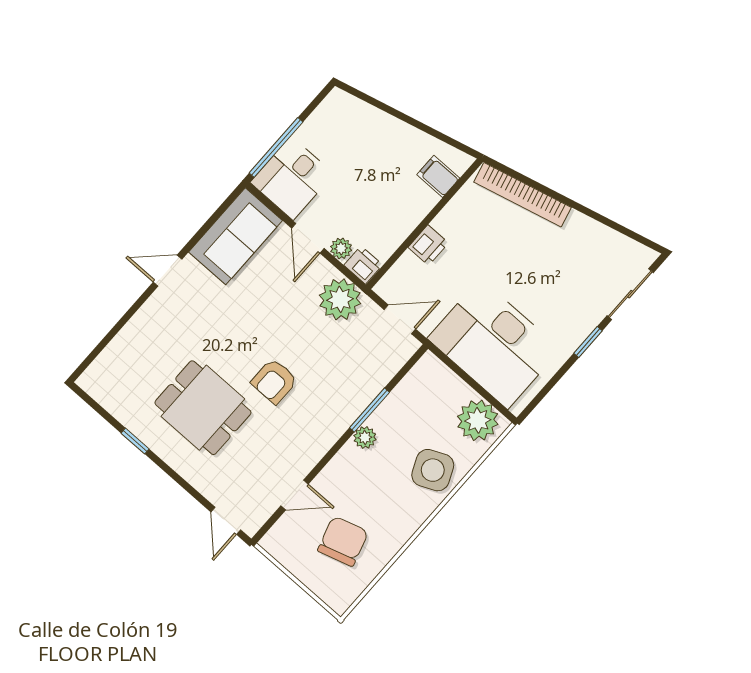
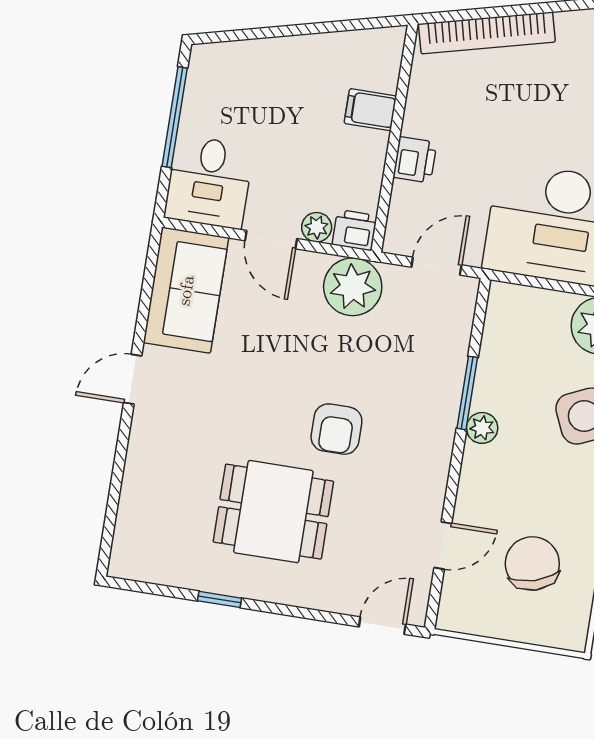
window: (276, 147) -> (175, 117), moved
filing cabinet: (438, 176) -> (370, 110), moved
door: (226, 521) -> (382, 626), swing flipped

